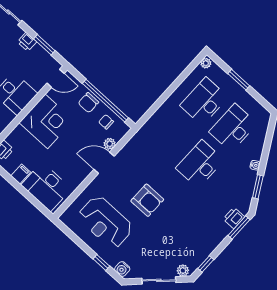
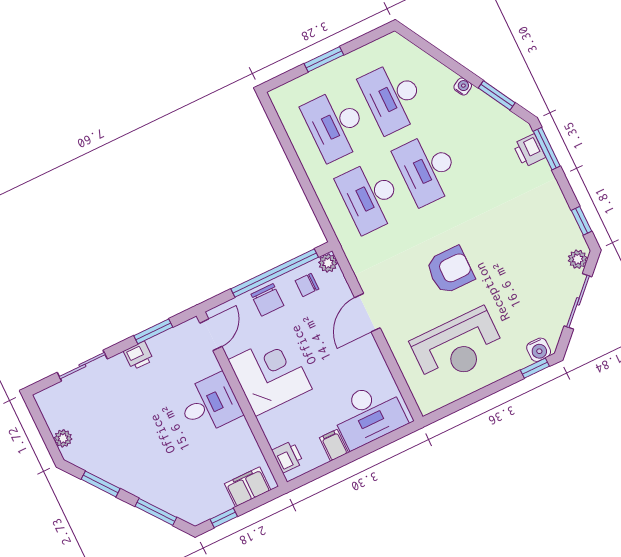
plant: (206, 63) -> (279, 99), removed
desk: (171, 138) -> (370, 197), added
plant: (110, 144) -> (328, 263), moved
window: (101, 262) -> (535, 368), moved

